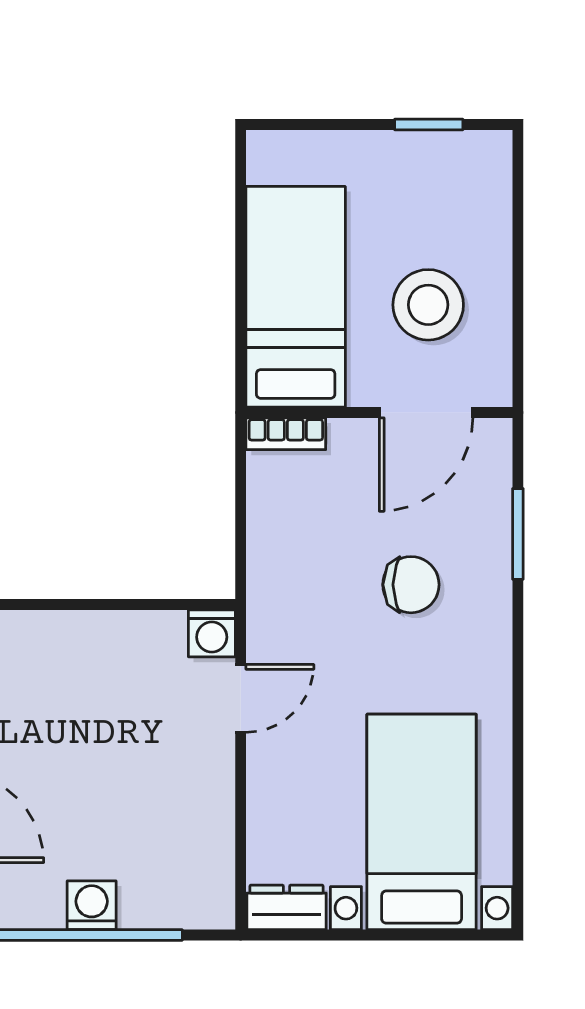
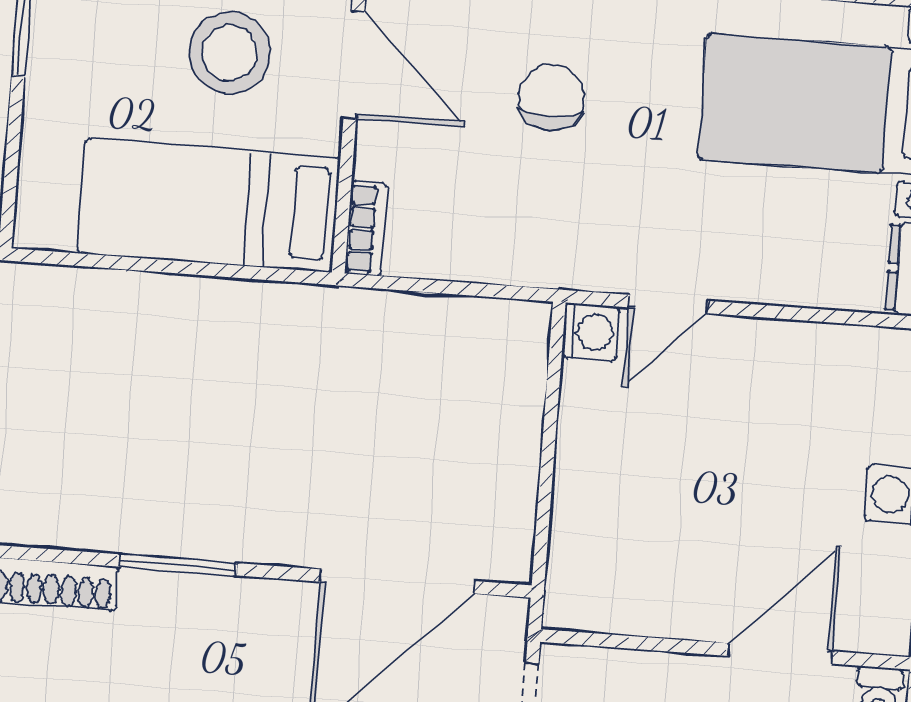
door: (241, 698) -> (668, 304), swing flipped

